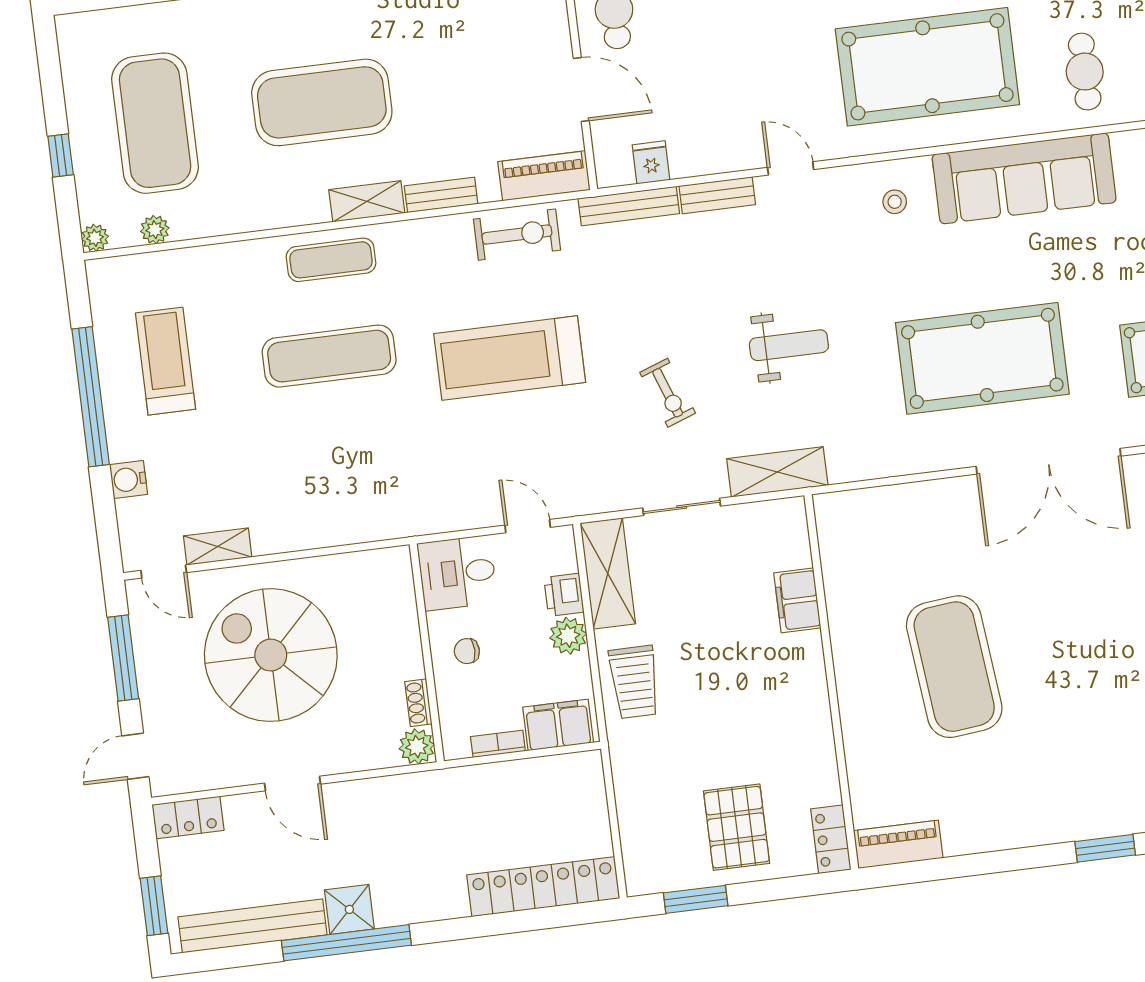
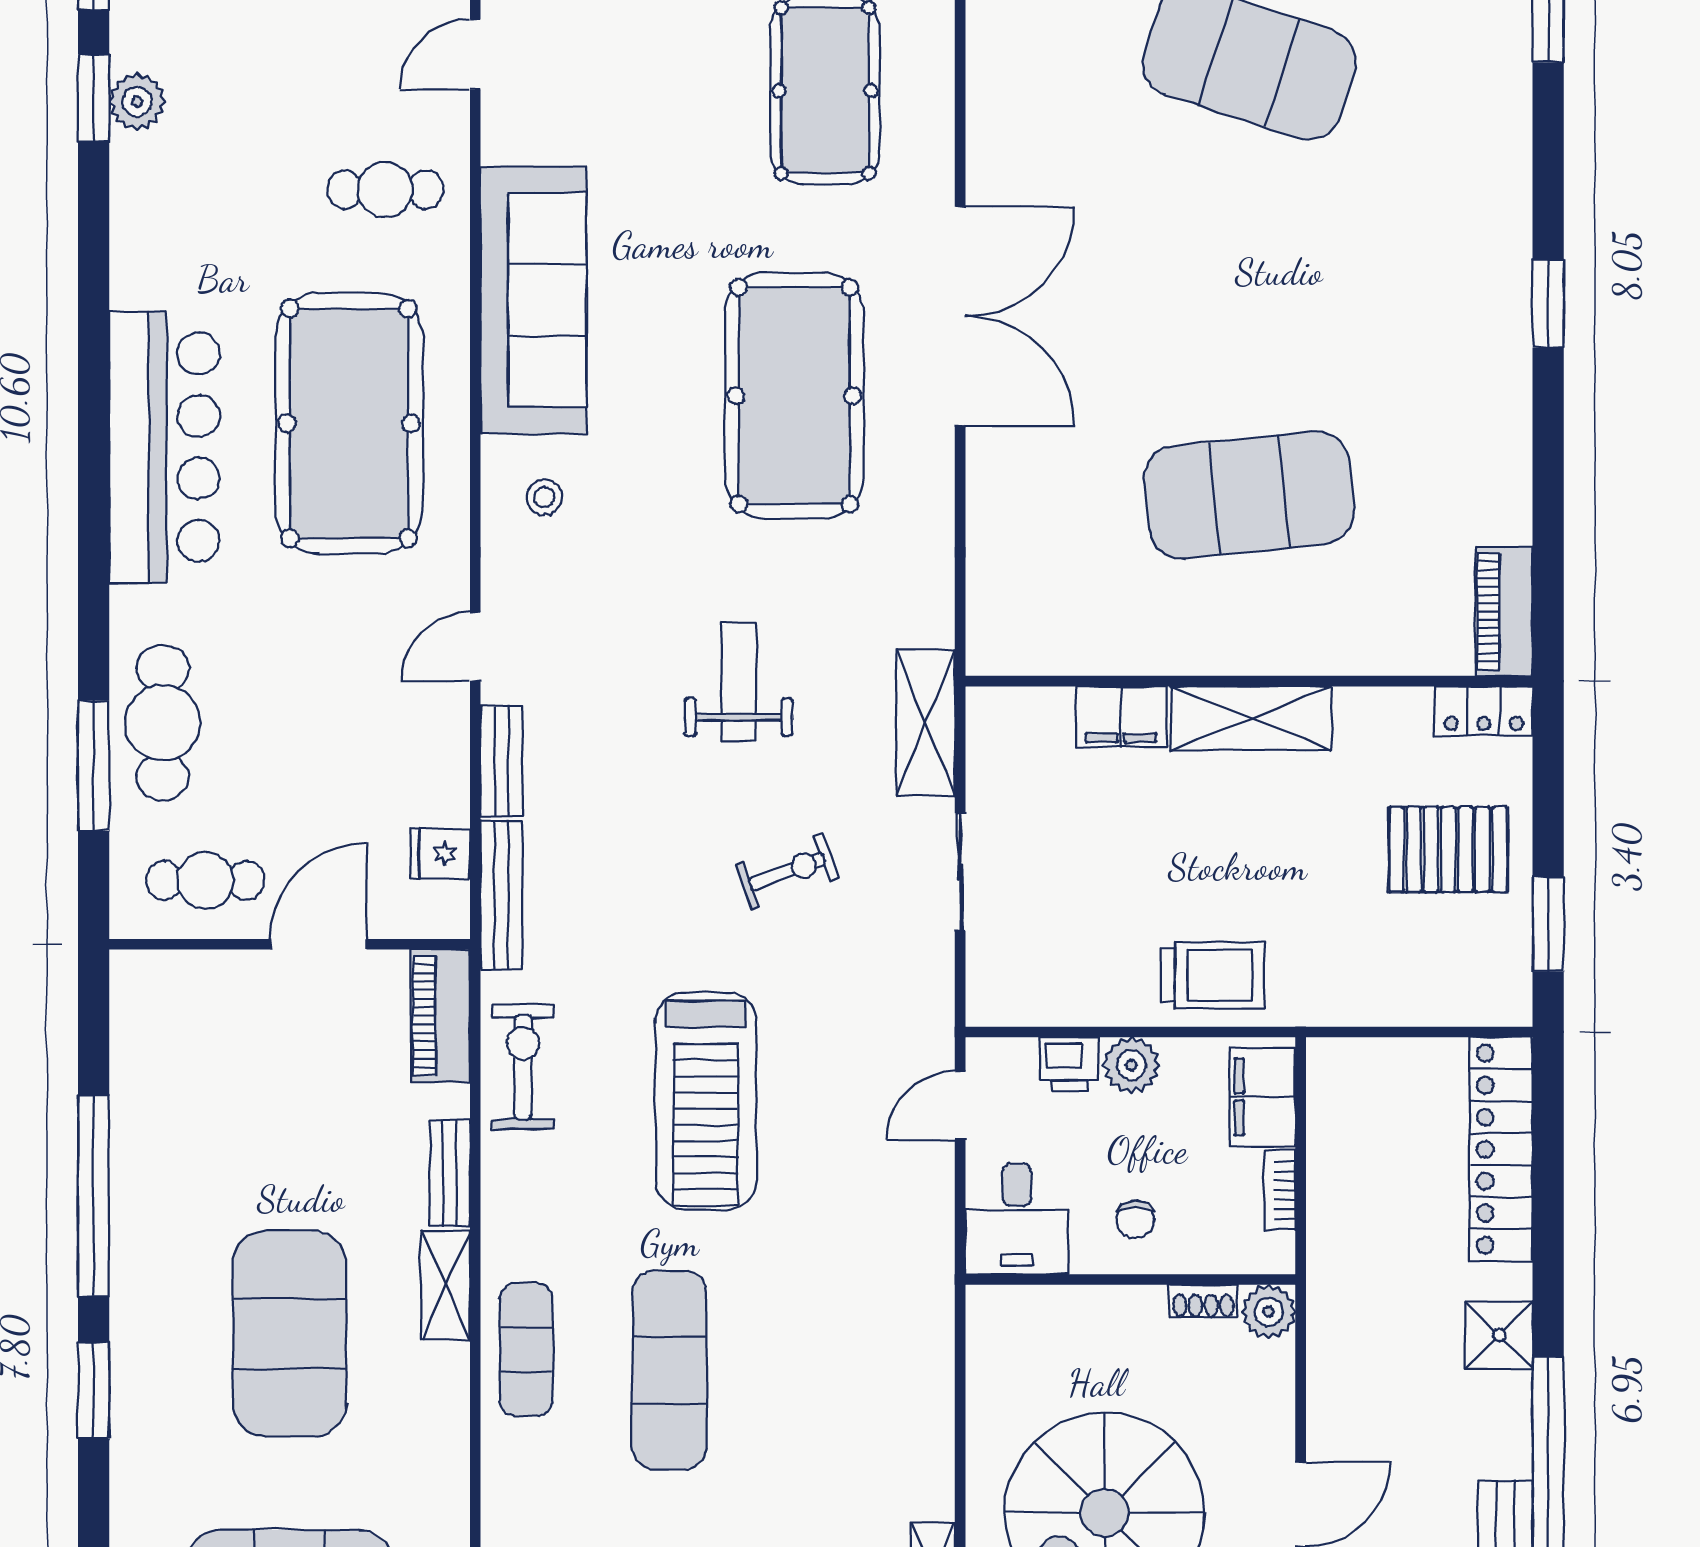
shelving: (608, 573) -> (1251, 718), moved
shower: (349, 909) -> (1499, 1335), moved

